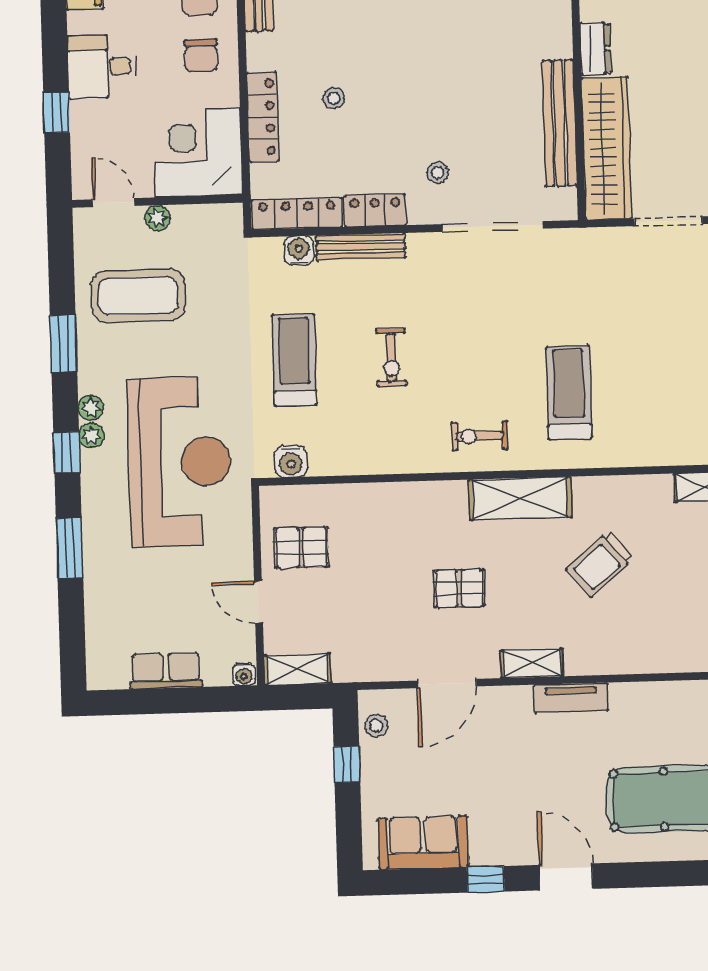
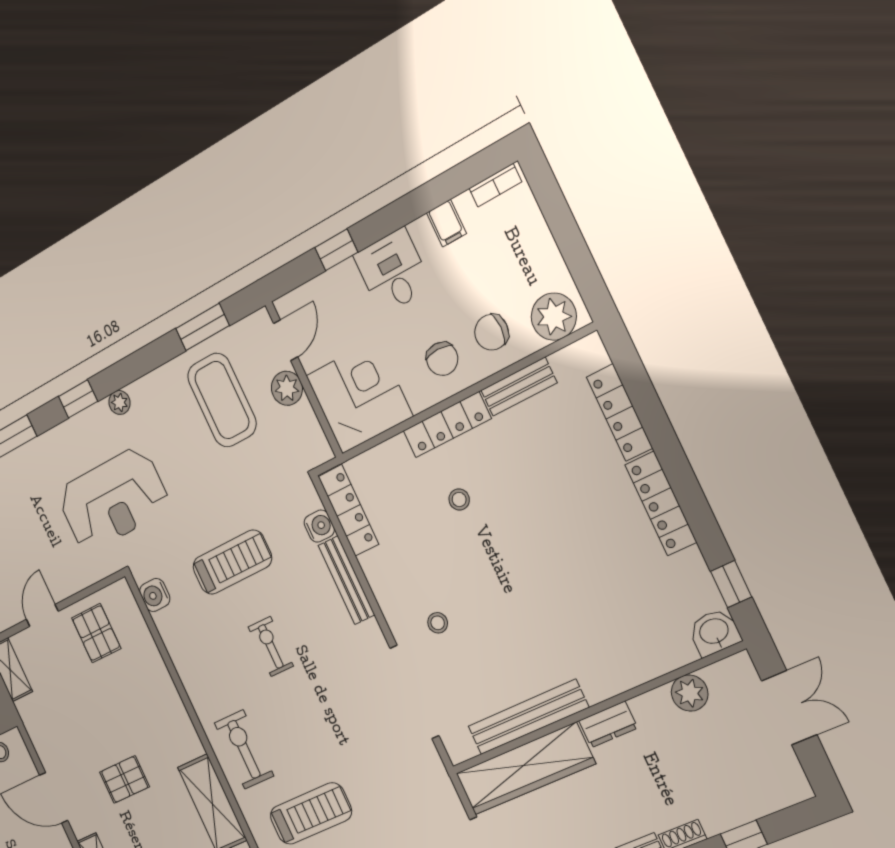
chair: (201, 56) -> (442, 359), turned -90
locker: (263, 117) -> (447, 425), moved
locker: (375, 211) -> (381, 580), removed
plant: (158, 218) -> (287, 388), width x1.38, depth x1.38
window: (63, 344) -> (203, 327), moved
exercise bike: (391, 357) -> (271, 646), turned 90
plant: (91, 435) -> (99, 414), removed
exercise bike: (480, 436) -> (244, 749), width x1.38, depth x1.39
reception desk: (180, 462) -> (113, 500), width x0.74, depth x0.77
pallet: (459, 588) -> (125, 779), turned 90

